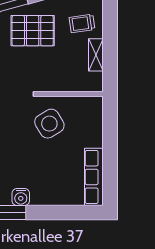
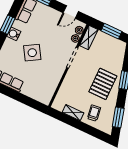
side table: (49, 124) -> (32, 53), moved

